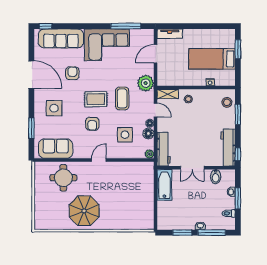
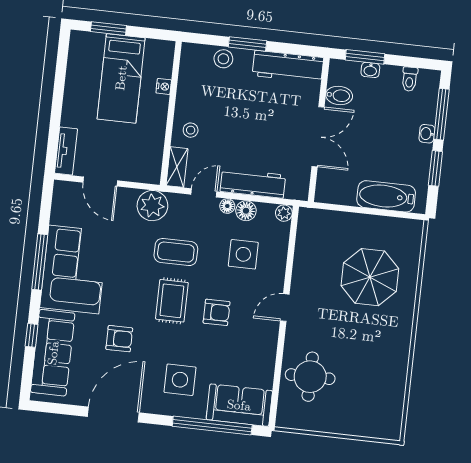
window: (46, 26) -> (32, 335), moved
window: (126, 26) -> (40, 262), moved
armchair: (72, 73) -> (119, 339), turned 180
stool: (227, 102) -> (223, 59), moved
window: (238, 114) -> (248, 44), moved
window: (31, 128) -> (212, 426), width x2.11
sofa: (56, 149) -> (239, 405), moved, turned 90
workbench: (164, 149) -> (253, 183), moved
window: (238, 154) -> (302, 50), removed
door: (99, 160) -> (285, 308), hinge flipped
double door: (192, 168) -> (318, 137), width x1.37
bathtub: (164, 185) -> (386, 196), moved
window: (238, 198) -> (365, 57), moved
parasol: (84, 211) -> (370, 277), moved

